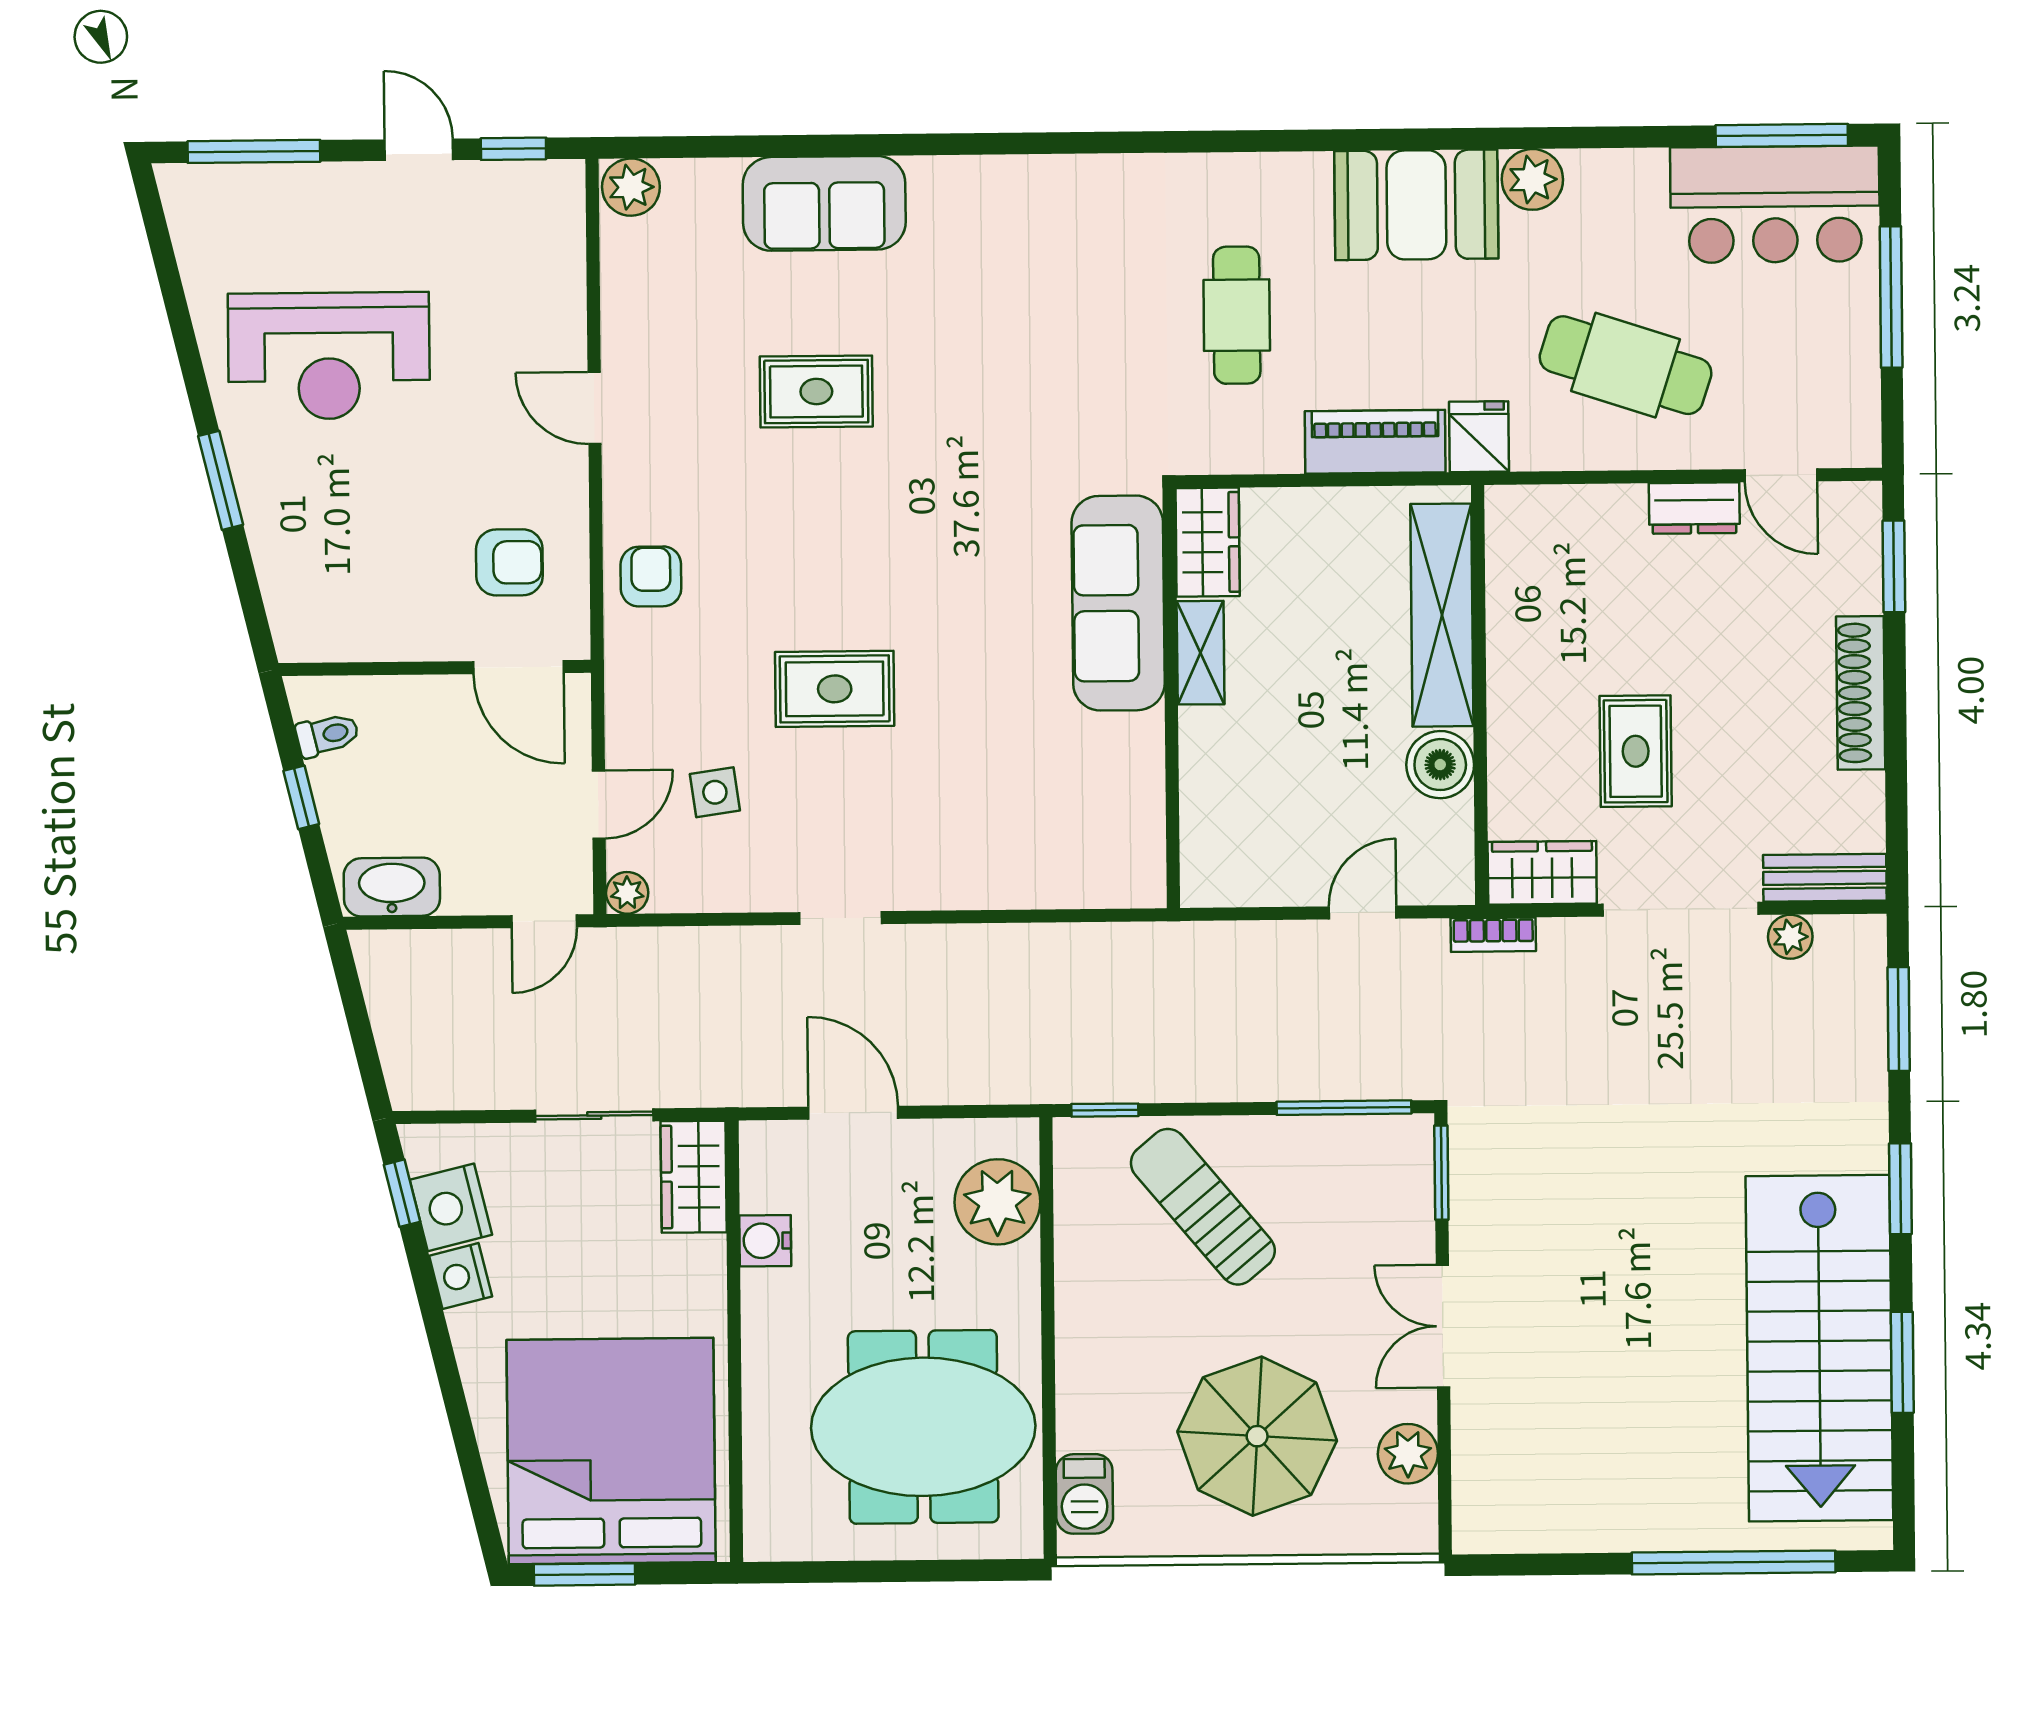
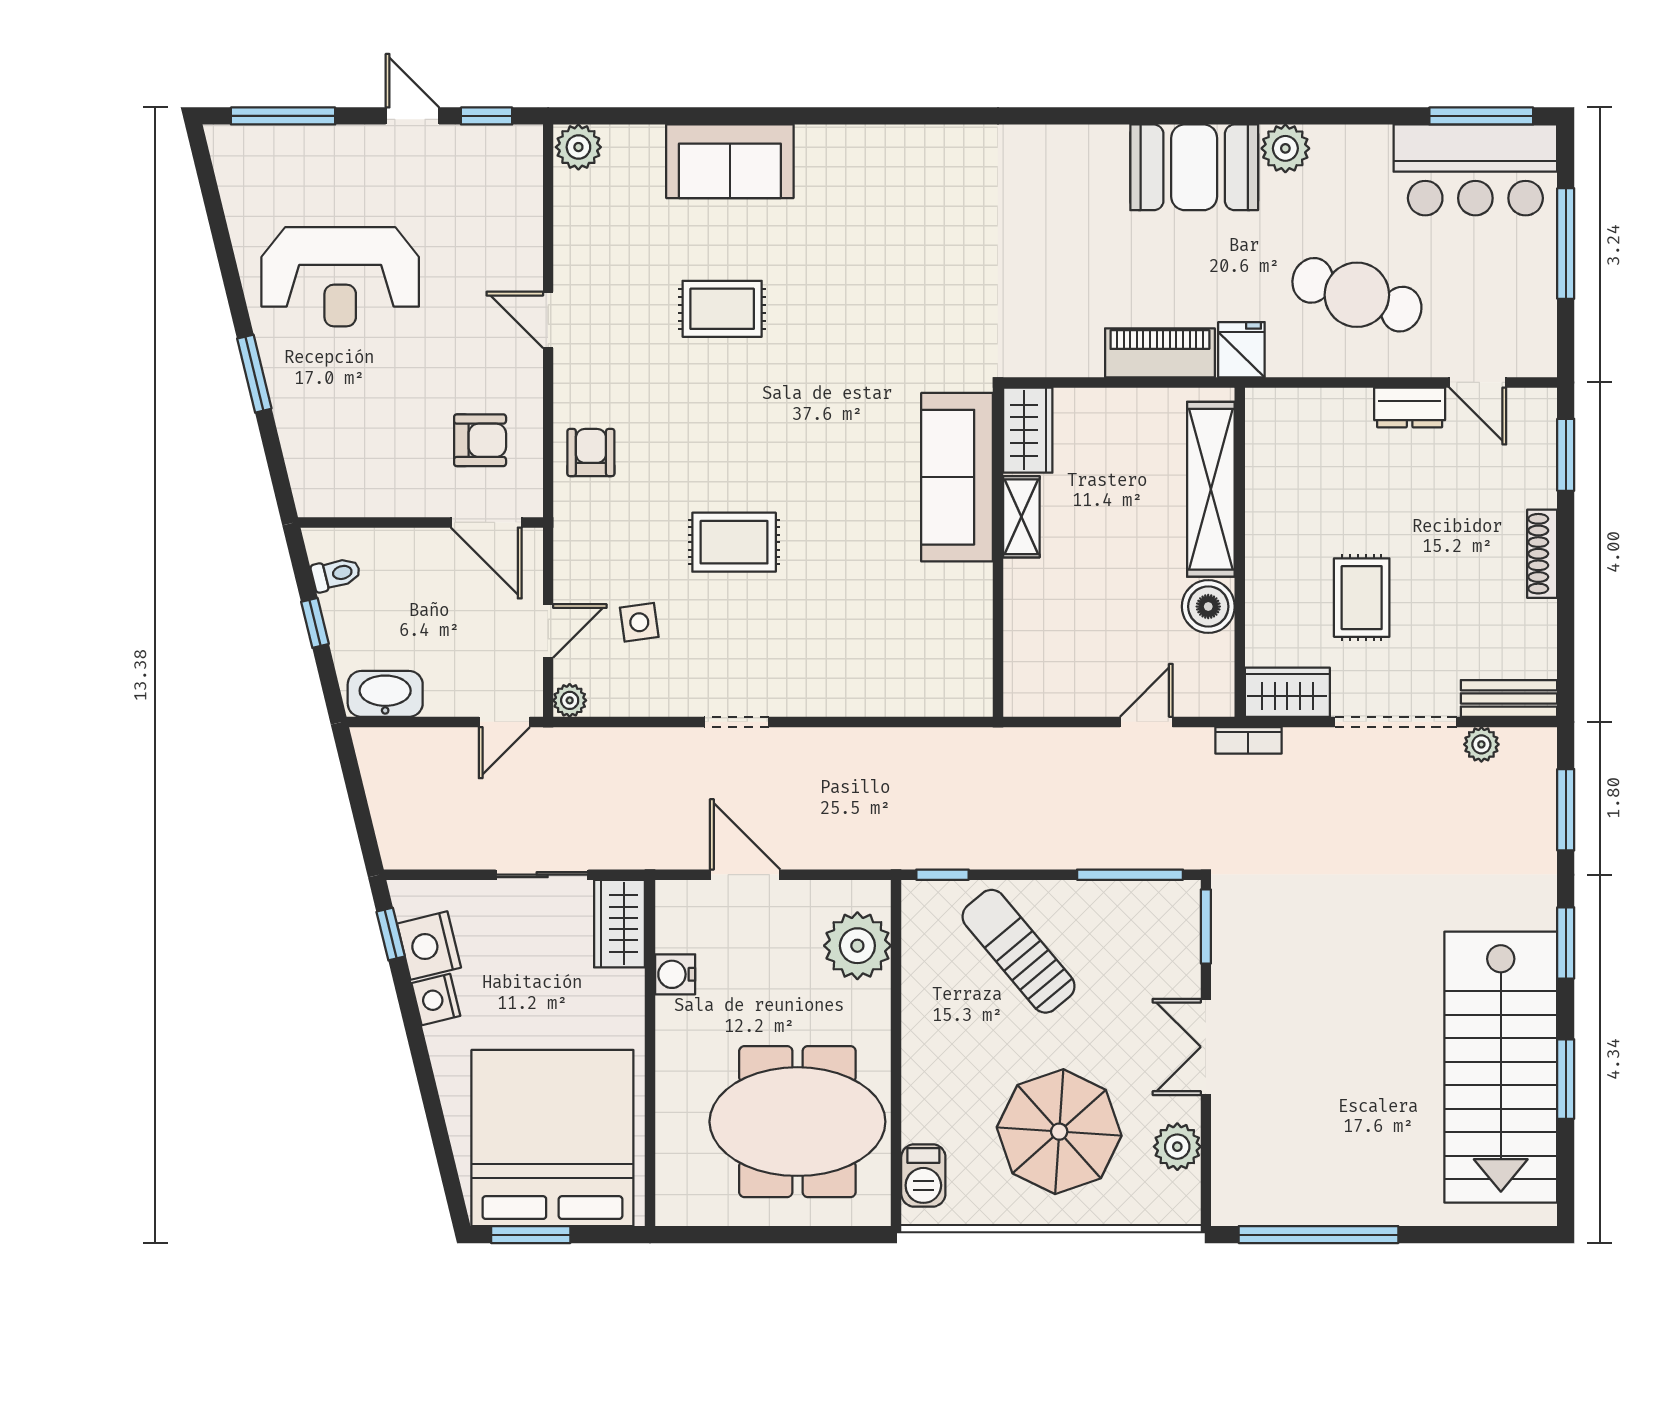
cafe table: (1237, 315) -> (1052, 252), removed
shoe rack: (1861, 693) -> (1542, 554), width x0.74, depth x0.81
window: (1734, 1562) -> (1318, 1235), moved

